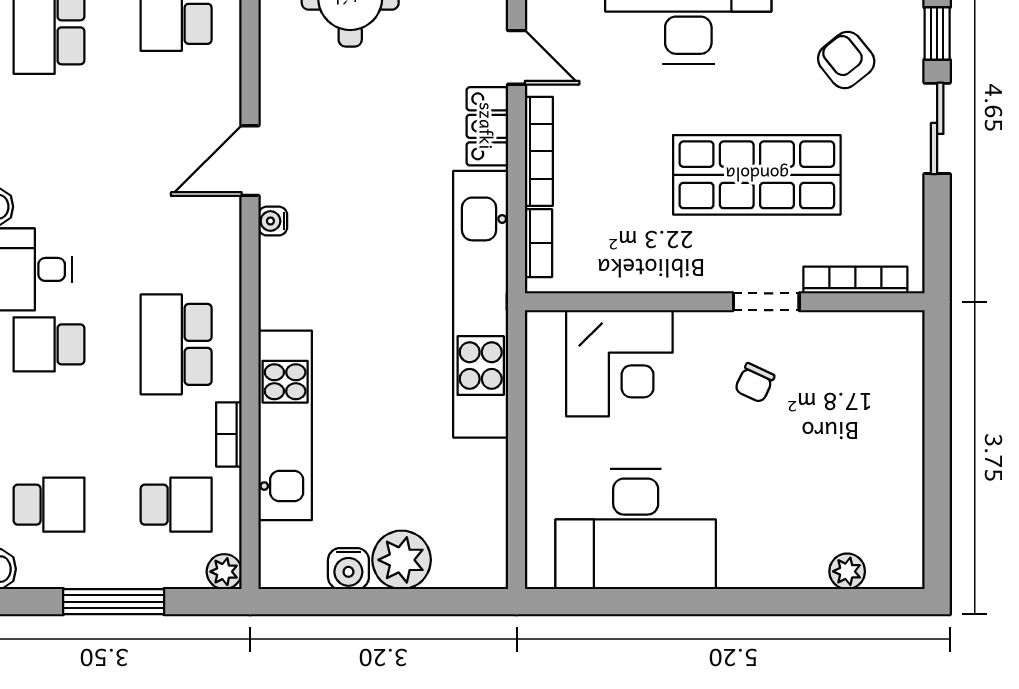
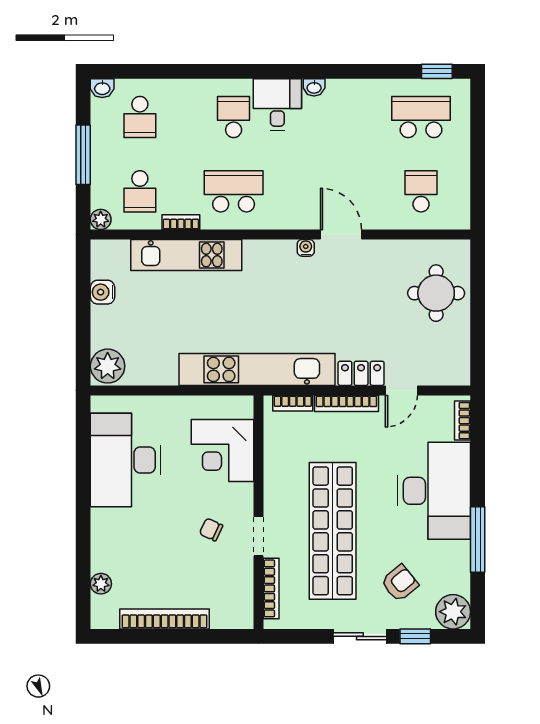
shop shelf: (757, 175) -> (333, 531), width x1.40
bookcase: (907, 462) -> (165, 619), added
plant: (402, 560) -> (108, 366), moved

